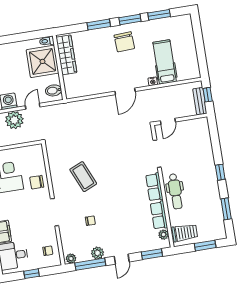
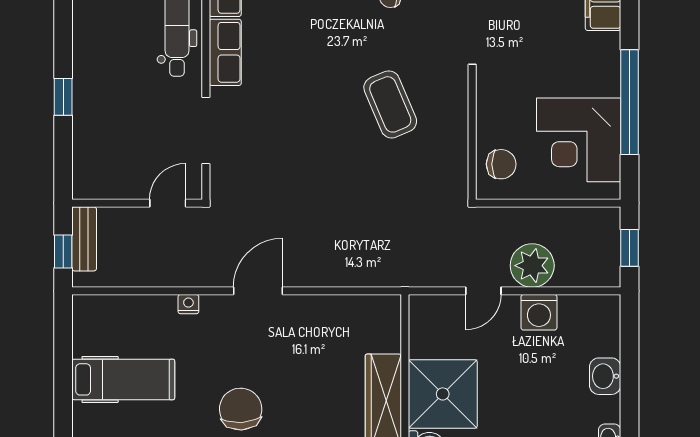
hospital bed: (165, 62) -> (123, 379), moved, turned -90
bidet: (54, 90) -> (428, 321), removed
window: (220, 172) -> (63, 97), moved
chair: (37, 182) -> (501, 164), moved

